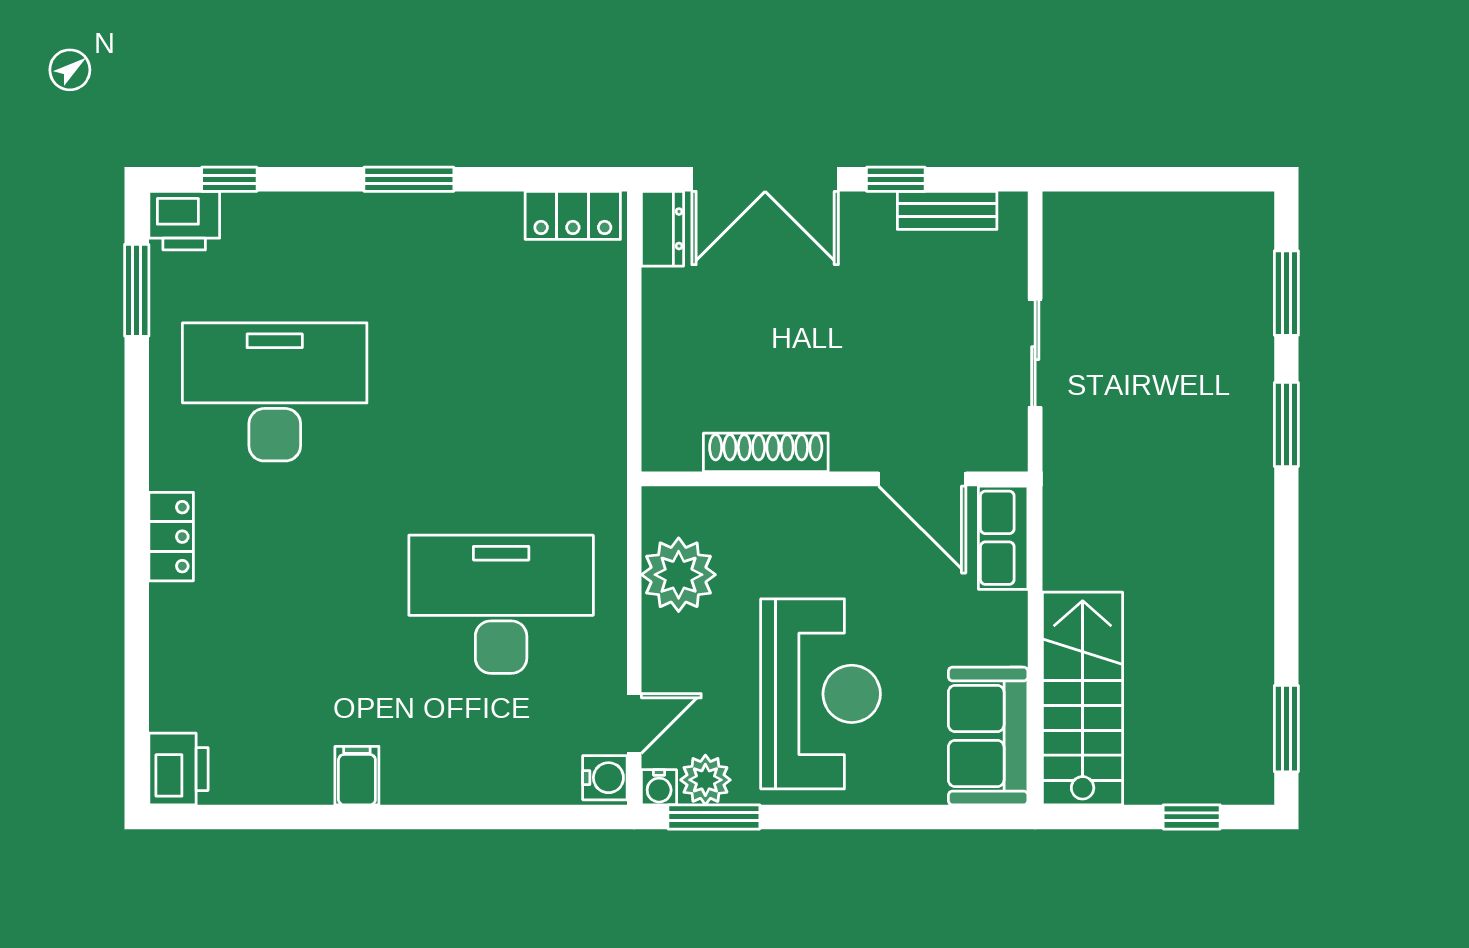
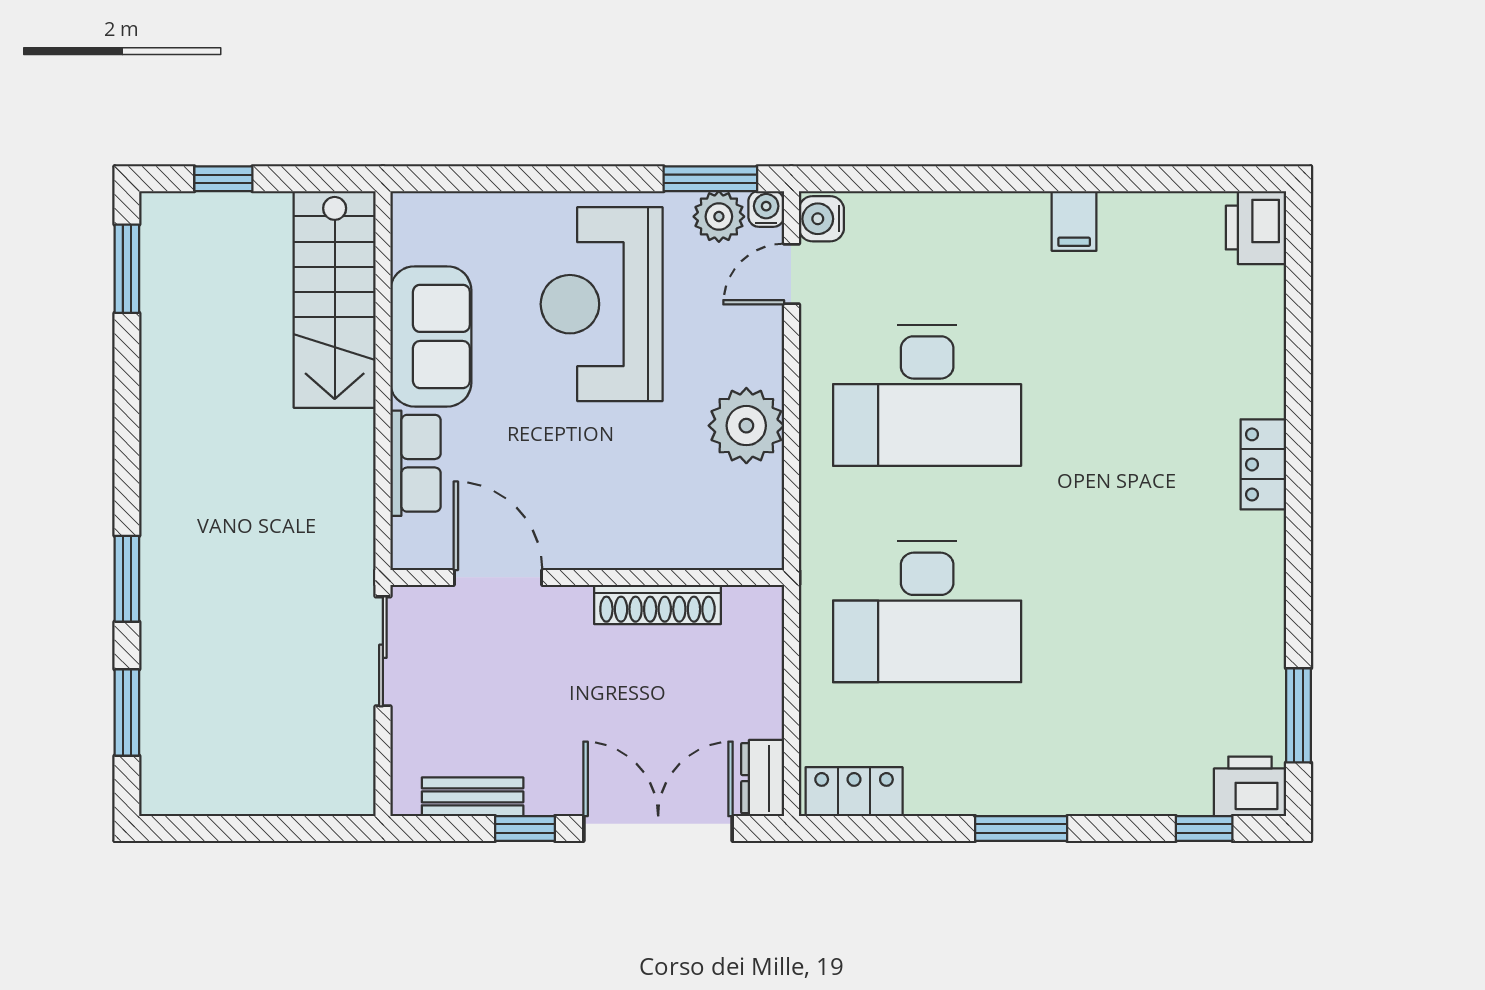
desk: (275, 392) -> (927, 612), moved
shoe rack: (766, 452) -> (657, 604), moved
wall: (835, 479) -> (587, 577), moved
door: (922, 479) -> (498, 577), moved
sofa: (988, 736) -> (431, 336), moved

